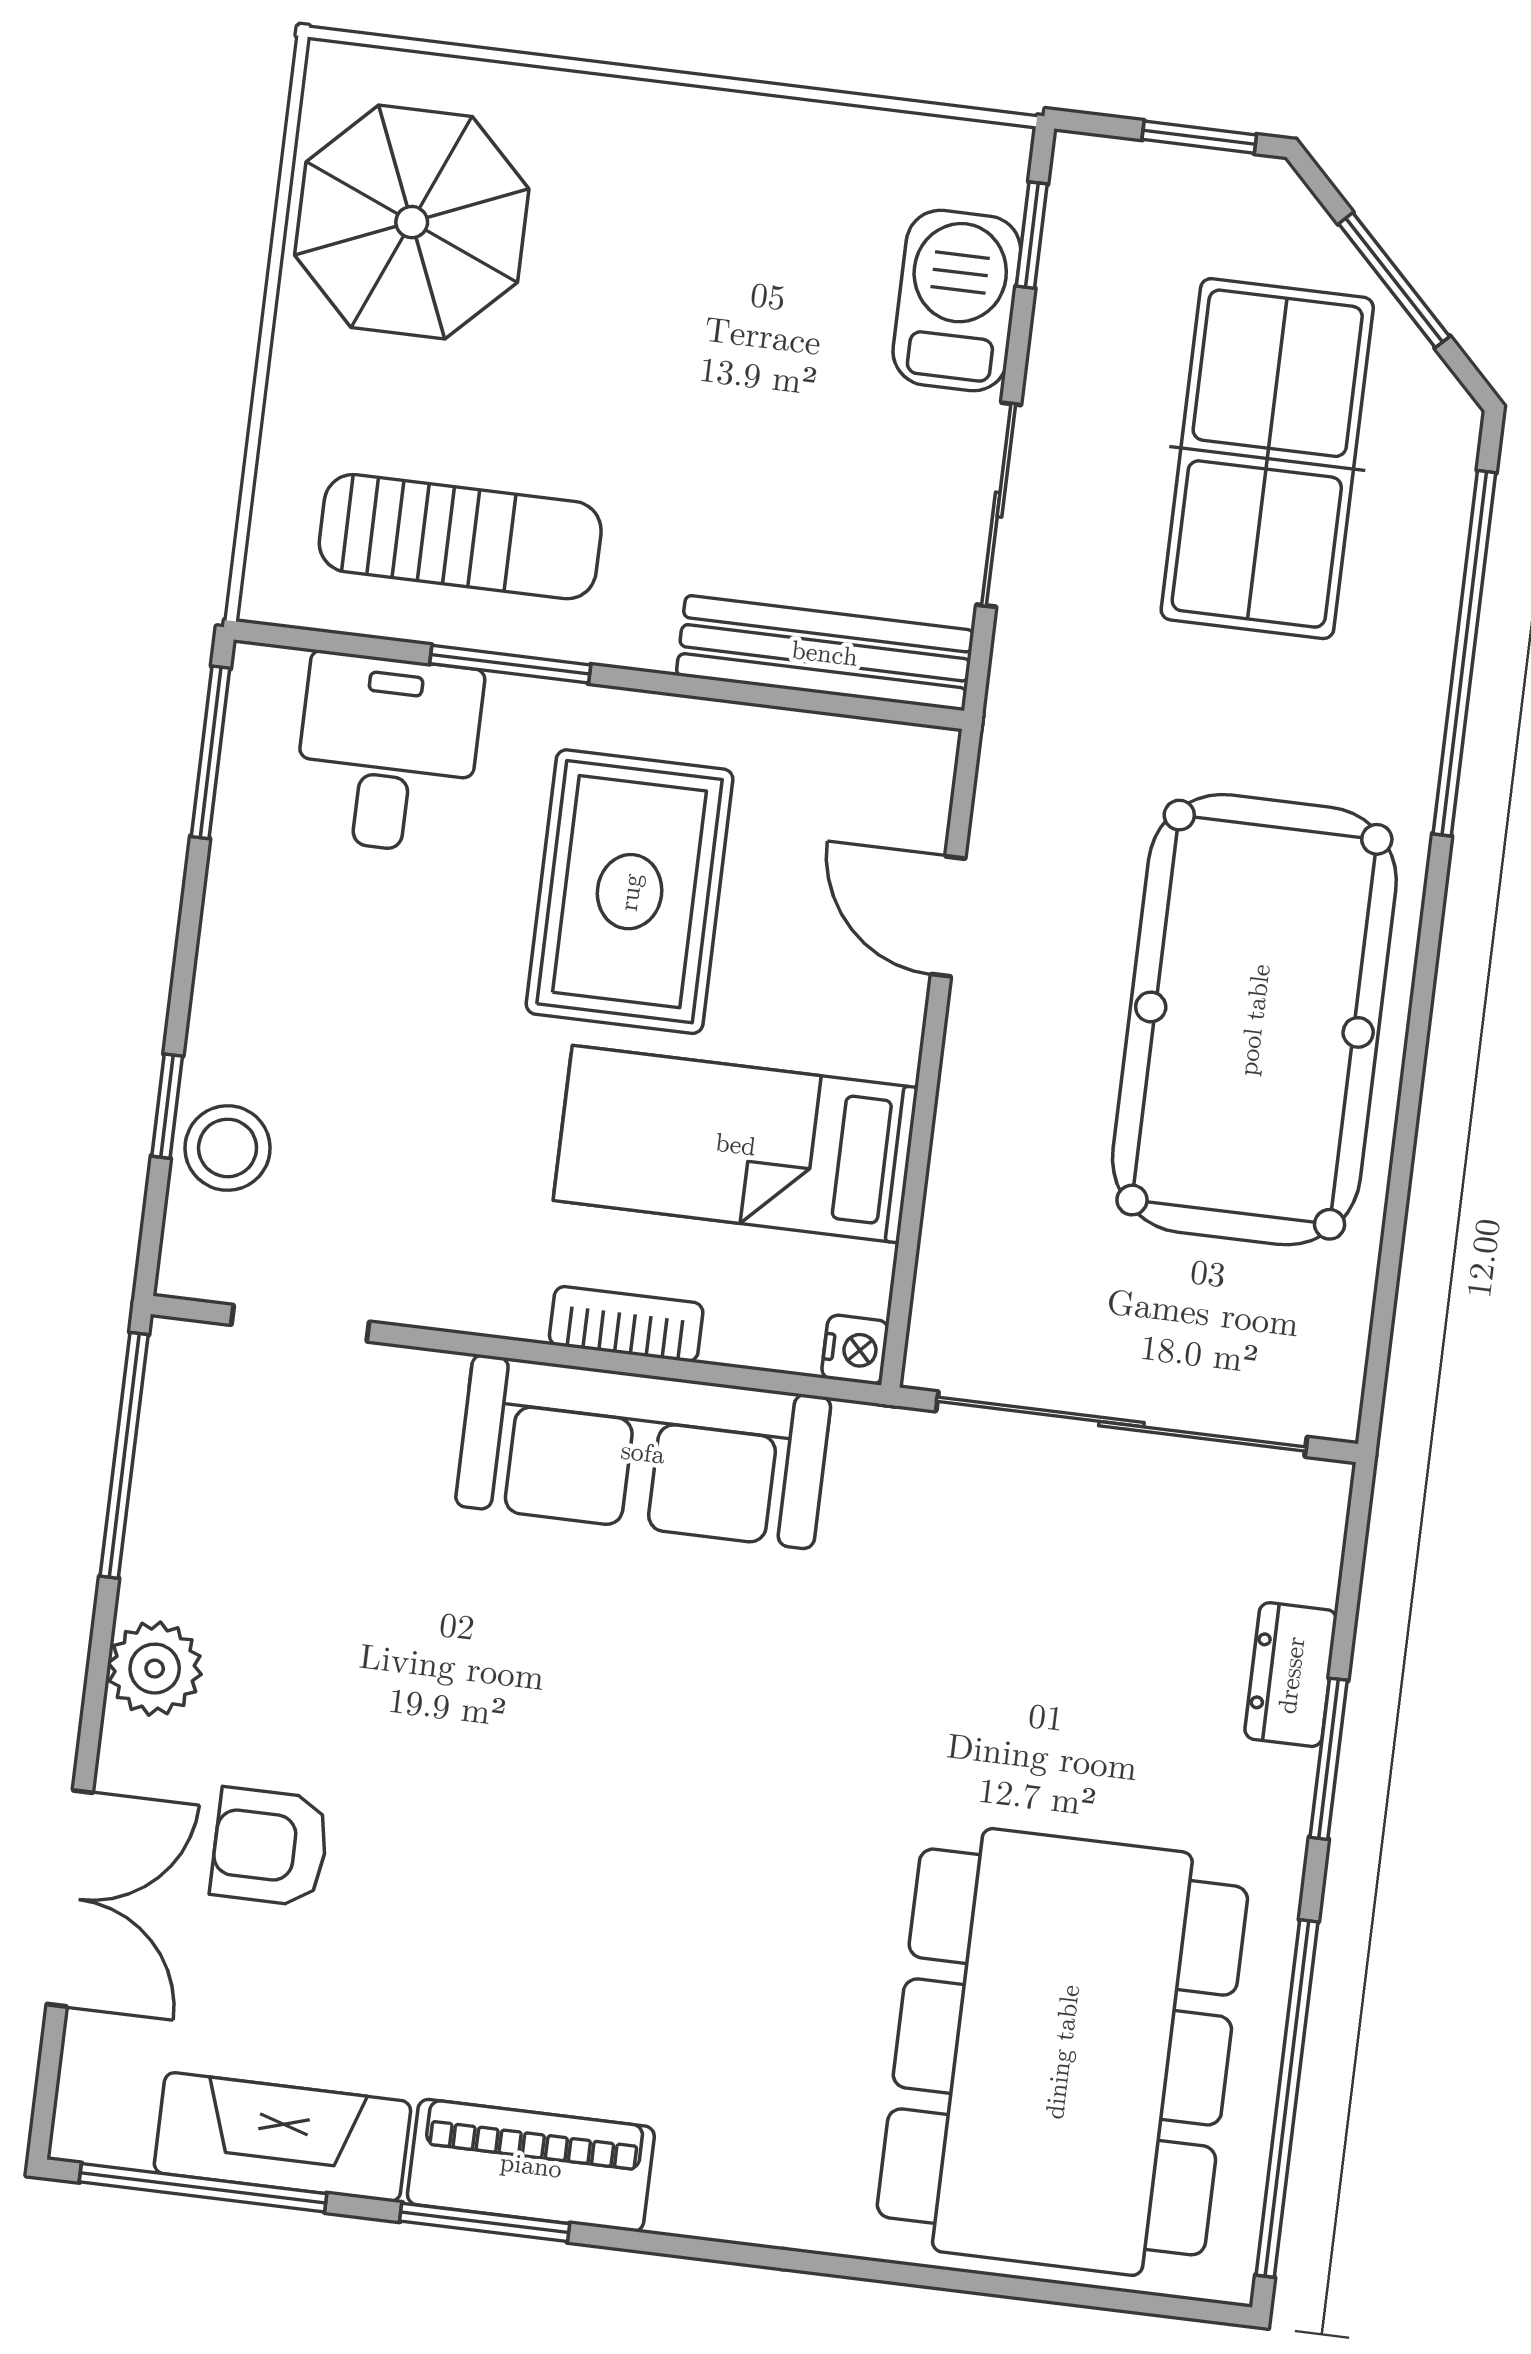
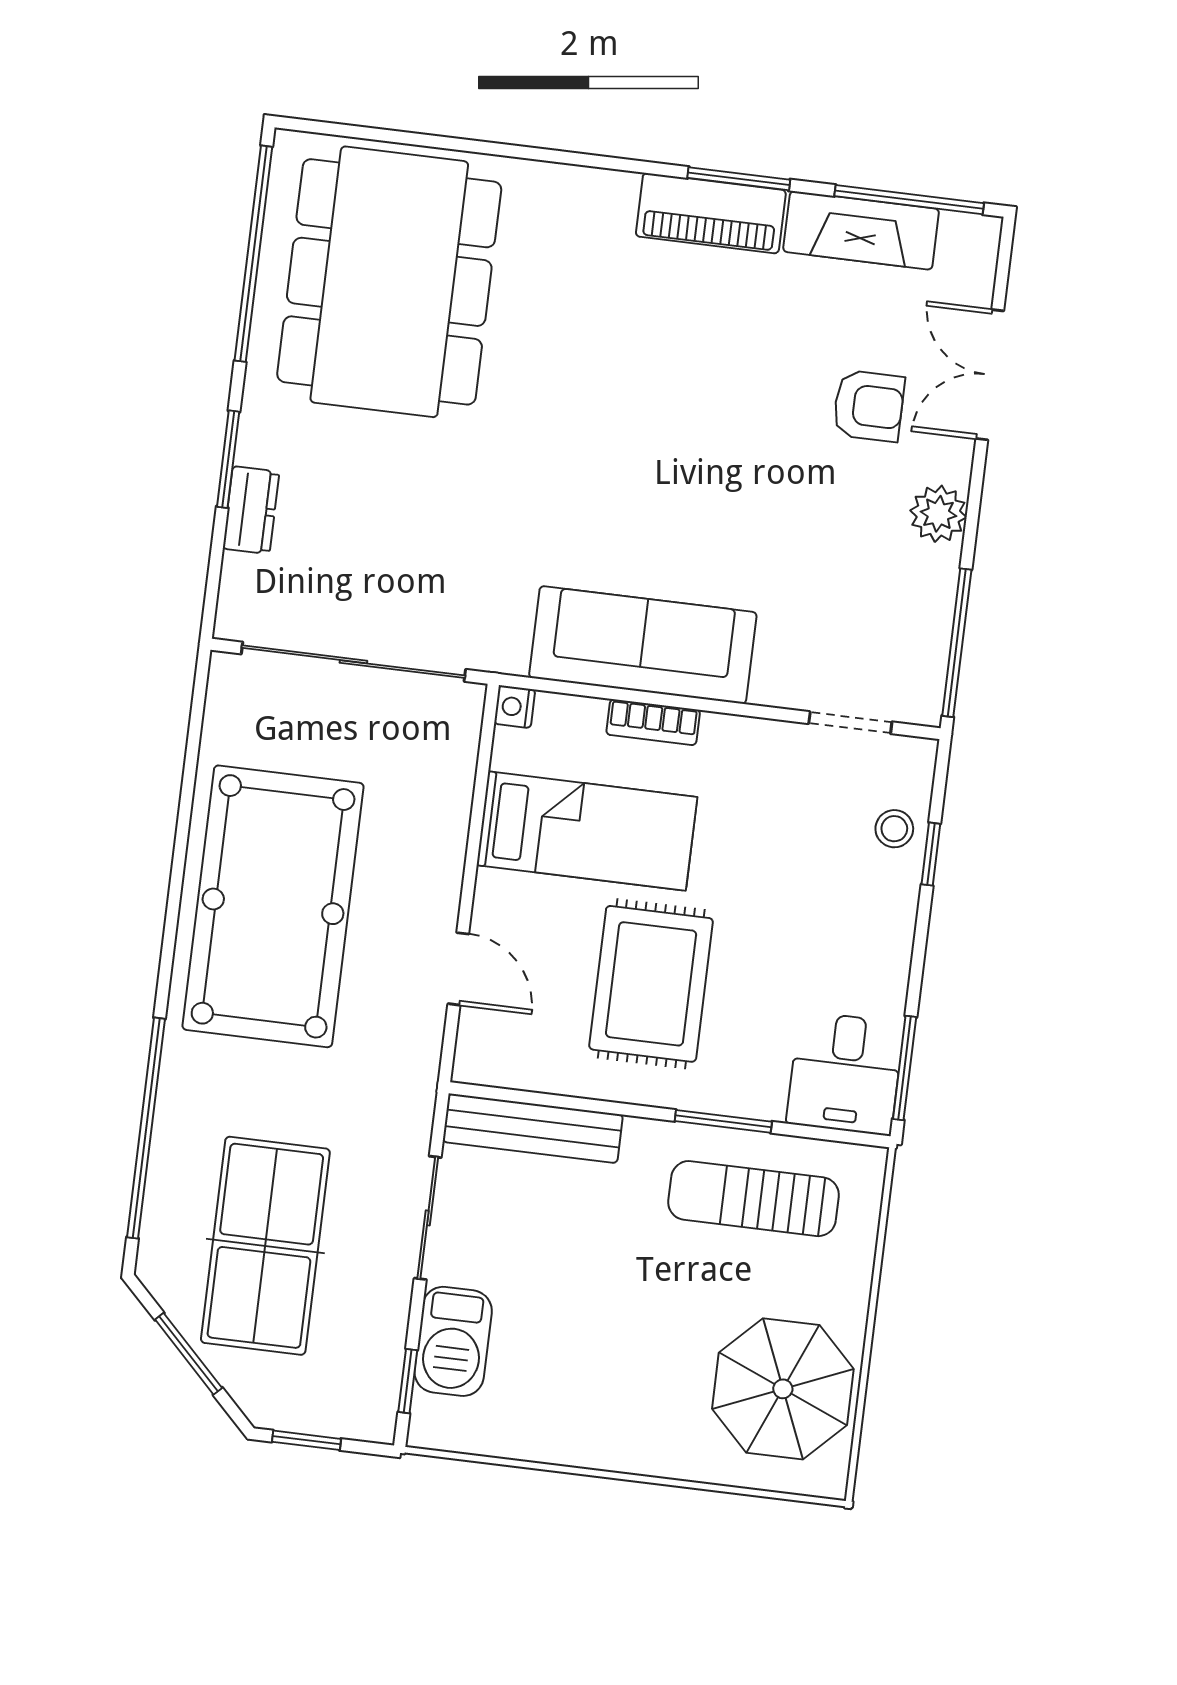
desk: (388, 753) -> (845, 1073), moved
stool: (228, 1148) -> (894, 829), width x0.73, depth x0.73

